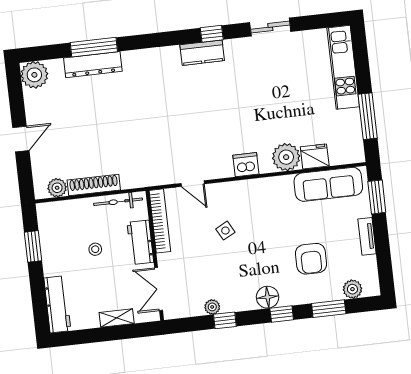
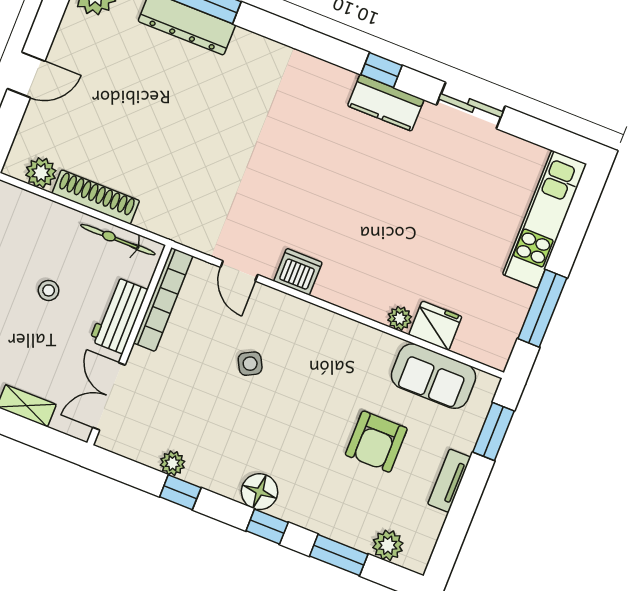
kitchen counter: (202, 53) -> (386, 103), moved
plant: (286, 157) -> (400, 318), width x0.53, depth x0.53
dishwasher: (246, 165) -> (298, 272), moved
sofa: (328, 184) -> (433, 376), width x0.73
armchair: (311, 259) -> (376, 442), moved

